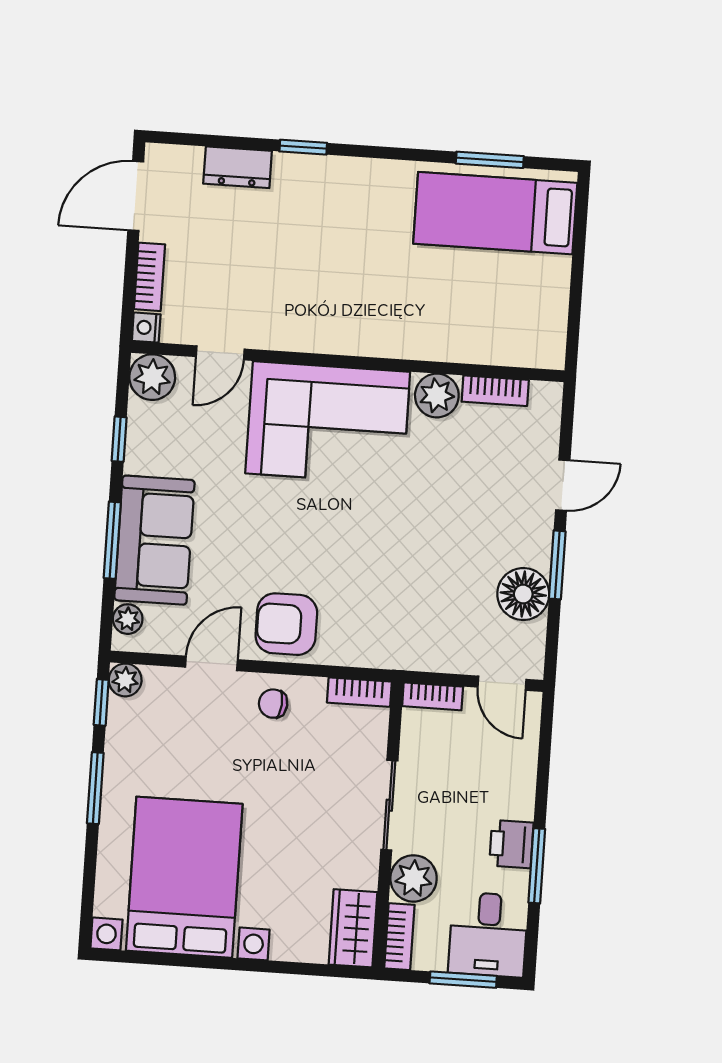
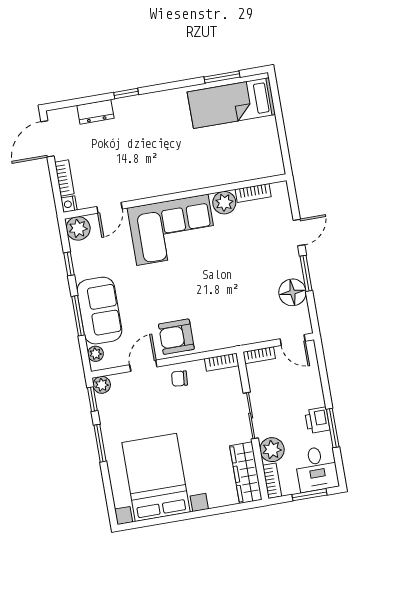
wardrobe: (353, 928) -> (246, 473), width x1.50

